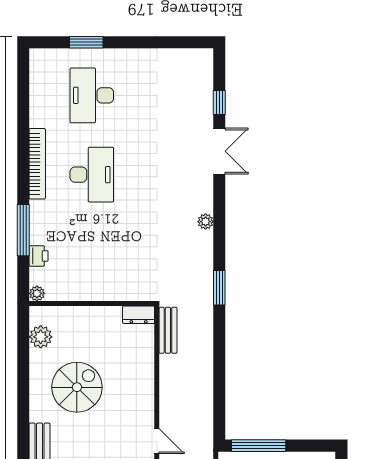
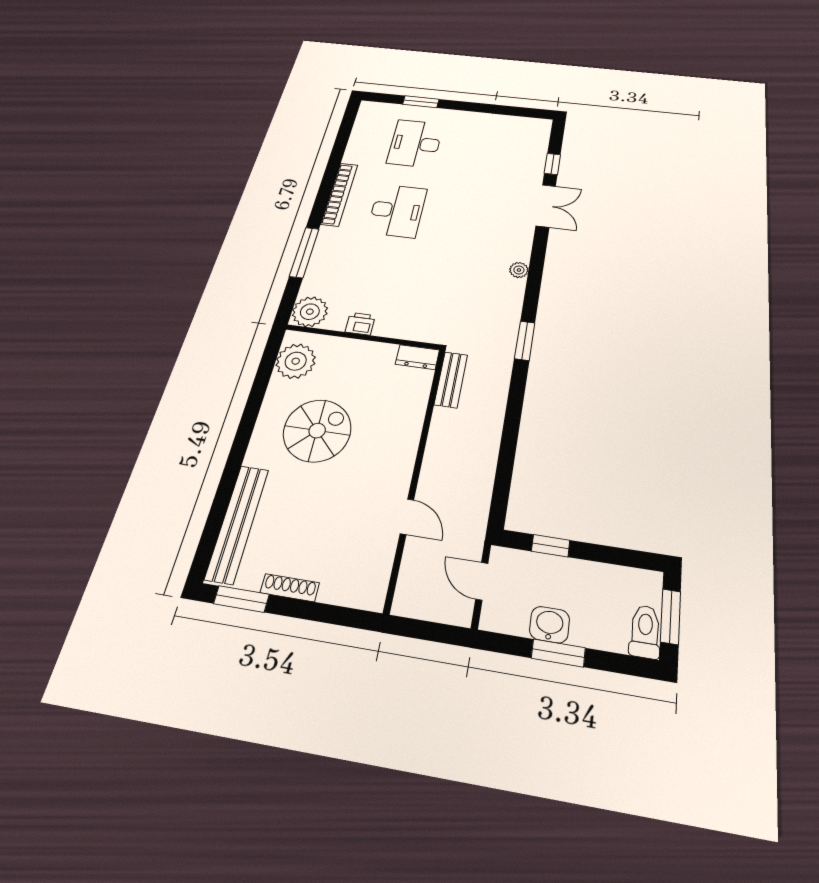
printer: (39, 256) -> (360, 324), moved, turned -90
plant: (37, 293) -> (310, 312), width x1.87, depth x1.87
plant: (41, 337) -> (296, 361), width x1.36, depth x1.36
window: (259, 446) -> (551, 546), width x0.46

